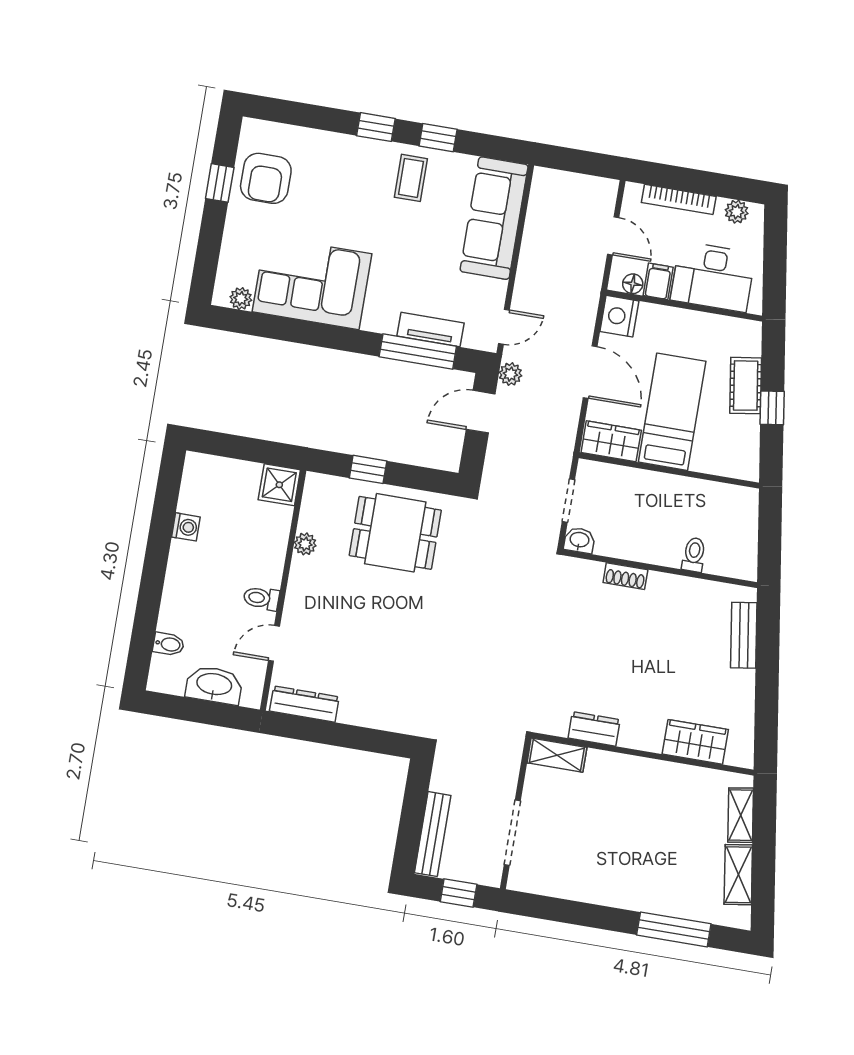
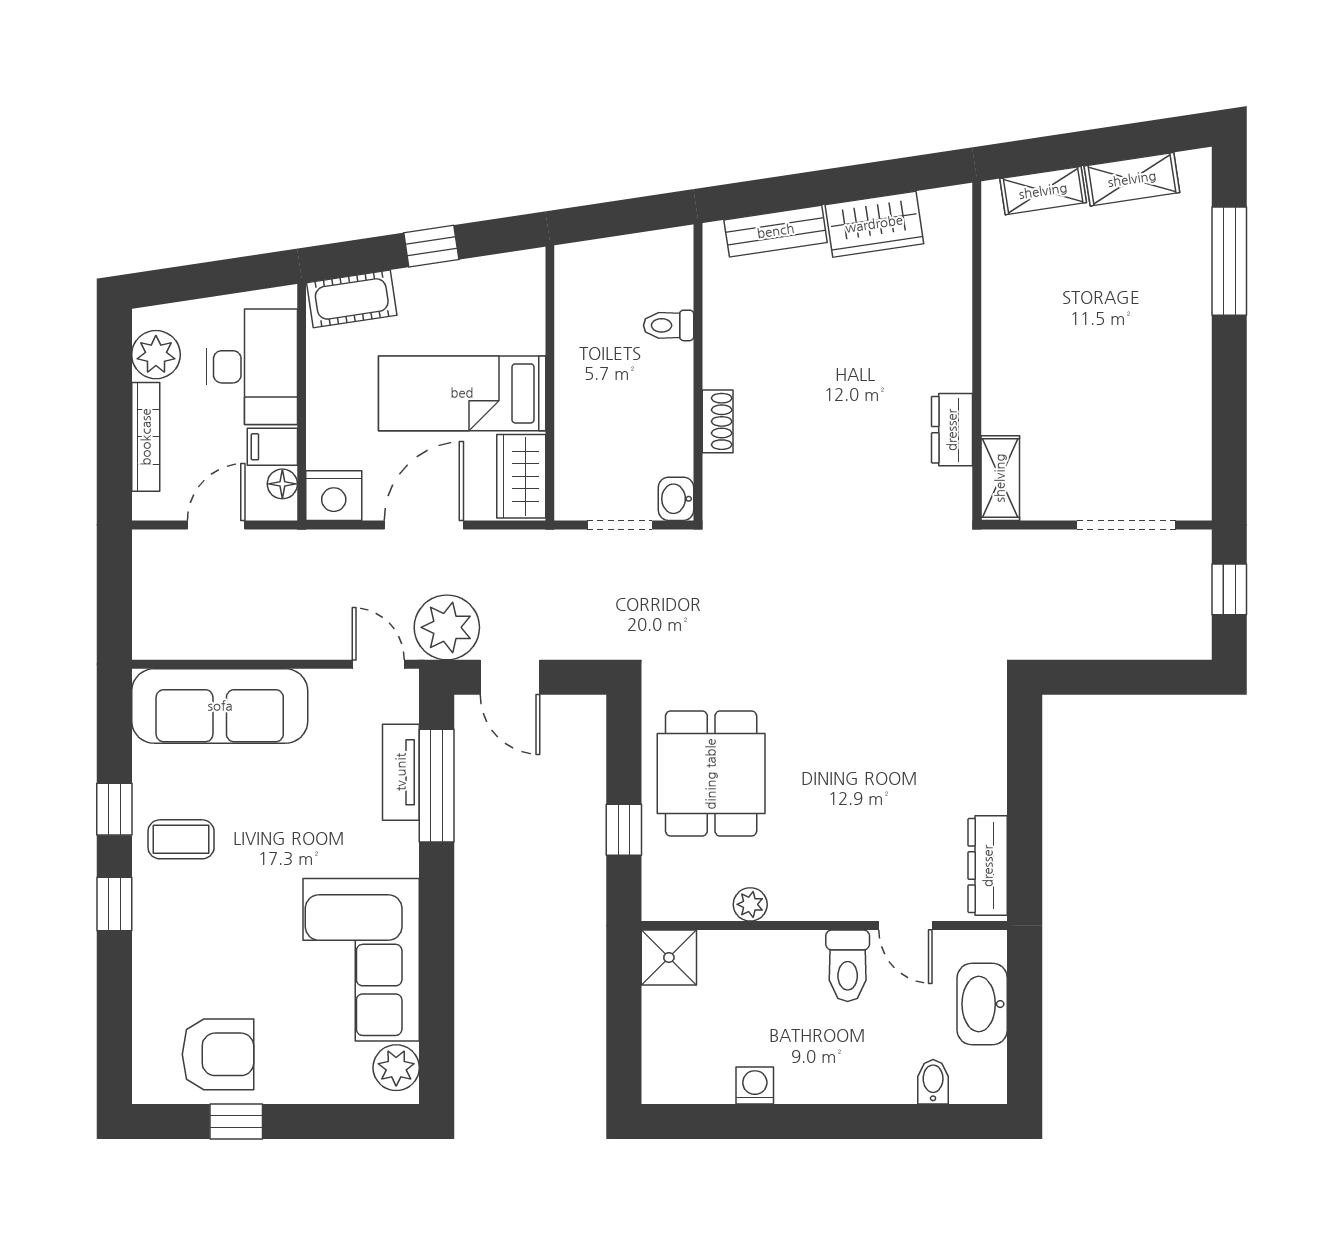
plant: (737, 212) -> (156, 355), width x1.38, depth x1.38
plant: (241, 299) -> (396, 1068), width x1.38, depth x1.38
plant: (510, 374) -> (447, 627), width x1.88, depth x1.88
cot: (746, 386) -> (352, 299), moved
toilet: (261, 598) -> (848, 966), width x1.37, depth x1.39
wardrobe: (695, 742) -> (874, 224), moved, turned -99
bench: (433, 834) -> (1148, 643), removed

